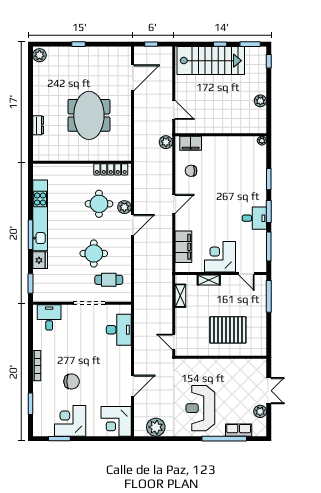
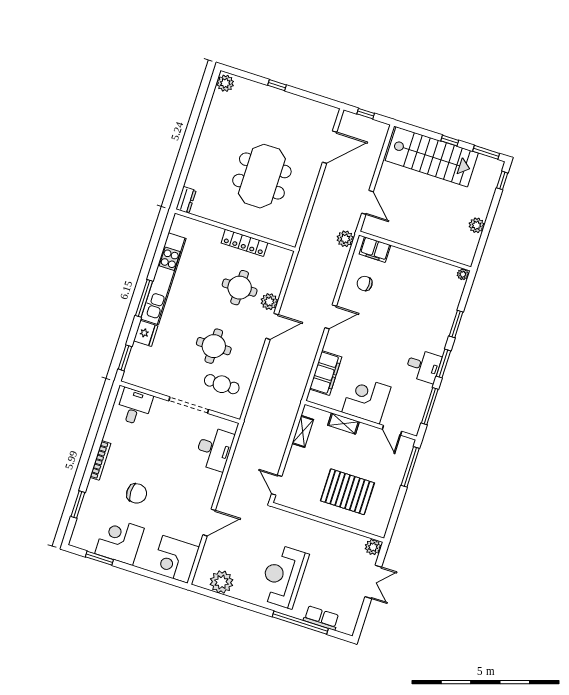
dresser: (38, 125) -> (186, 200), moved
locker: (111, 169) -> (244, 243), moved
plant: (260, 411) -> (373, 547), moved

